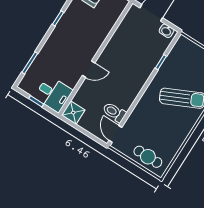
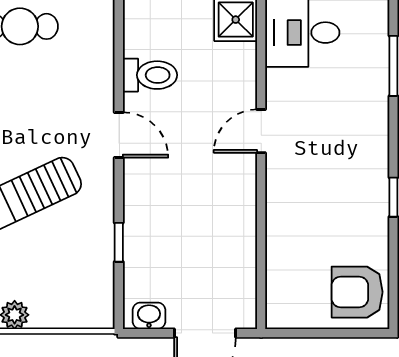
door: (115, 134) -> (119, 135), moved

